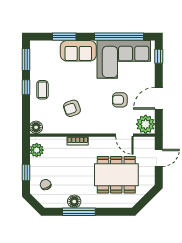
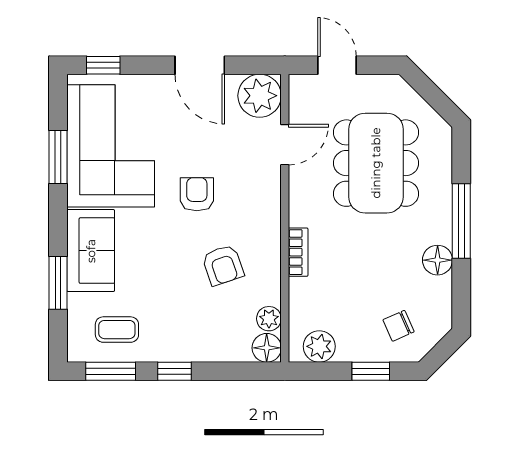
window: (119, 37) -> (58, 157), width x0.47
coffee table: (42, 90) -> (117, 330), moved
armchair: (120, 100) -> (197, 194), moved, turned 180
plant: (49, 128) -> (269, 319), added
window: (79, 212) -> (461, 221), moved

